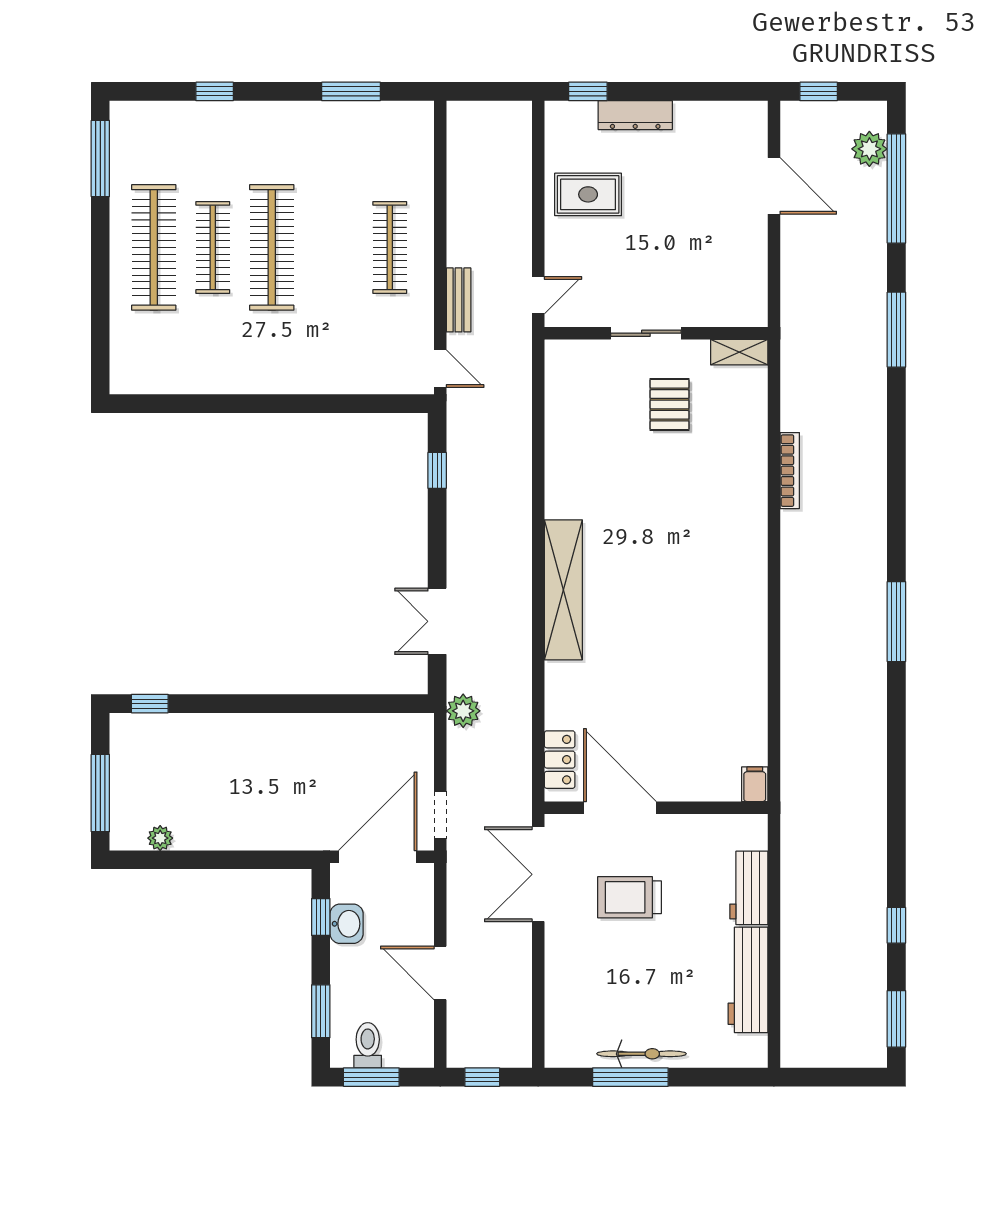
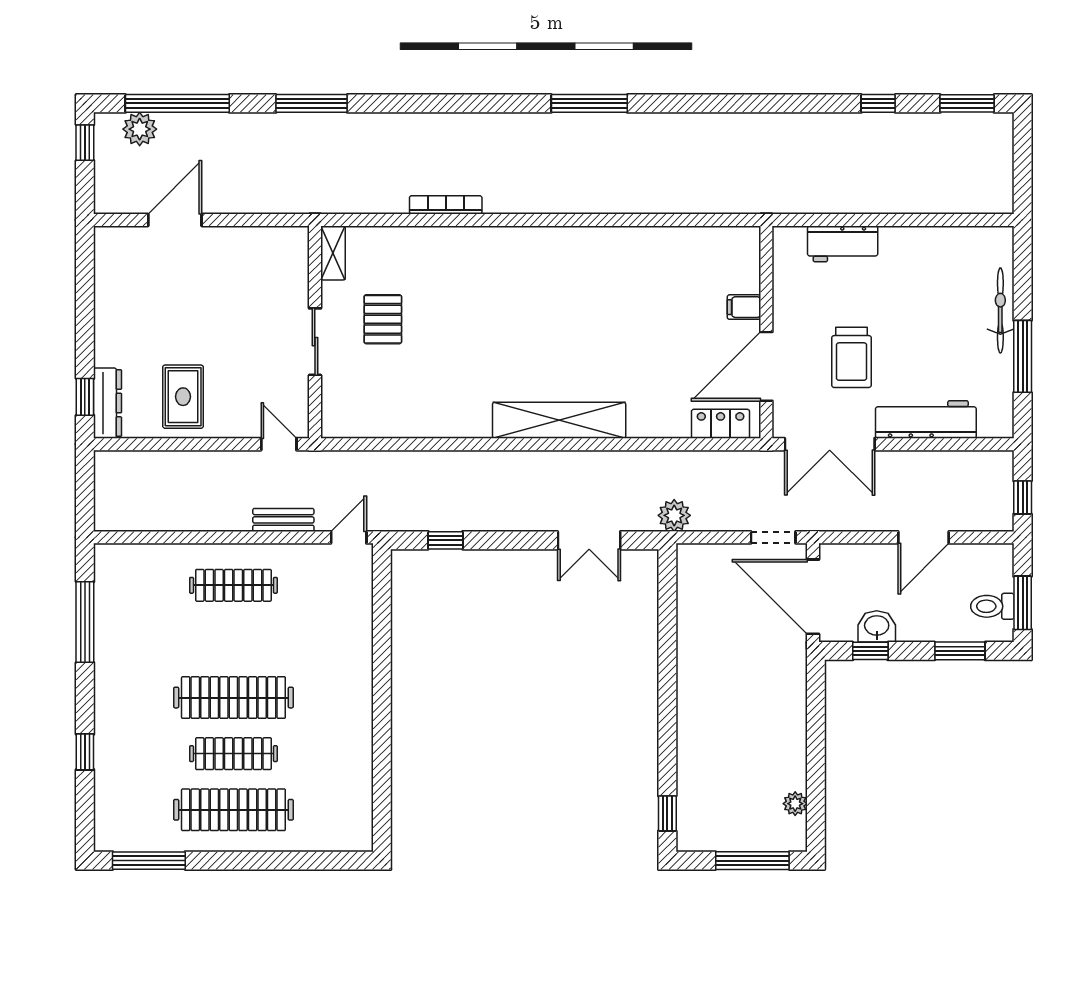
window: (351, 91) -> (85, 622), width x1.44
window: (819, 91) -> (85, 143), moved
dresser: (635, 115) -> (107, 403), moved
pallet: (670, 404) -> (383, 319), turned 90
filing cabinet: (755, 784) -> (744, 307), moved
workbench: (748, 980) -> (926, 419), moved, turned 180
bicycle: (642, 1054) -> (1000, 310), moved

